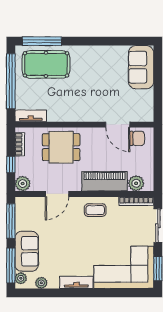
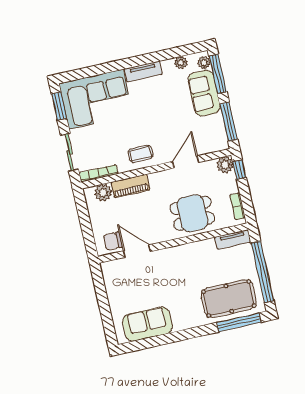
sofa: (141, 67) -> (147, 324), moved, turned -90
window: (11, 164) -> (239, 170), moved
piano: (104, 181) -> (130, 186), width x0.73, depth x0.75

